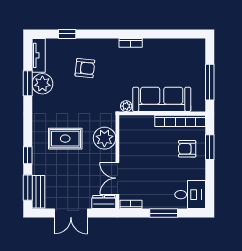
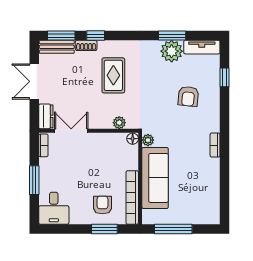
floor lamp: (125, 120) -> (133, 139), added
plant: (104, 138) -> (119, 123), width x0.53, depth x0.53
shoe rack: (37, 164) -> (86, 45), added

